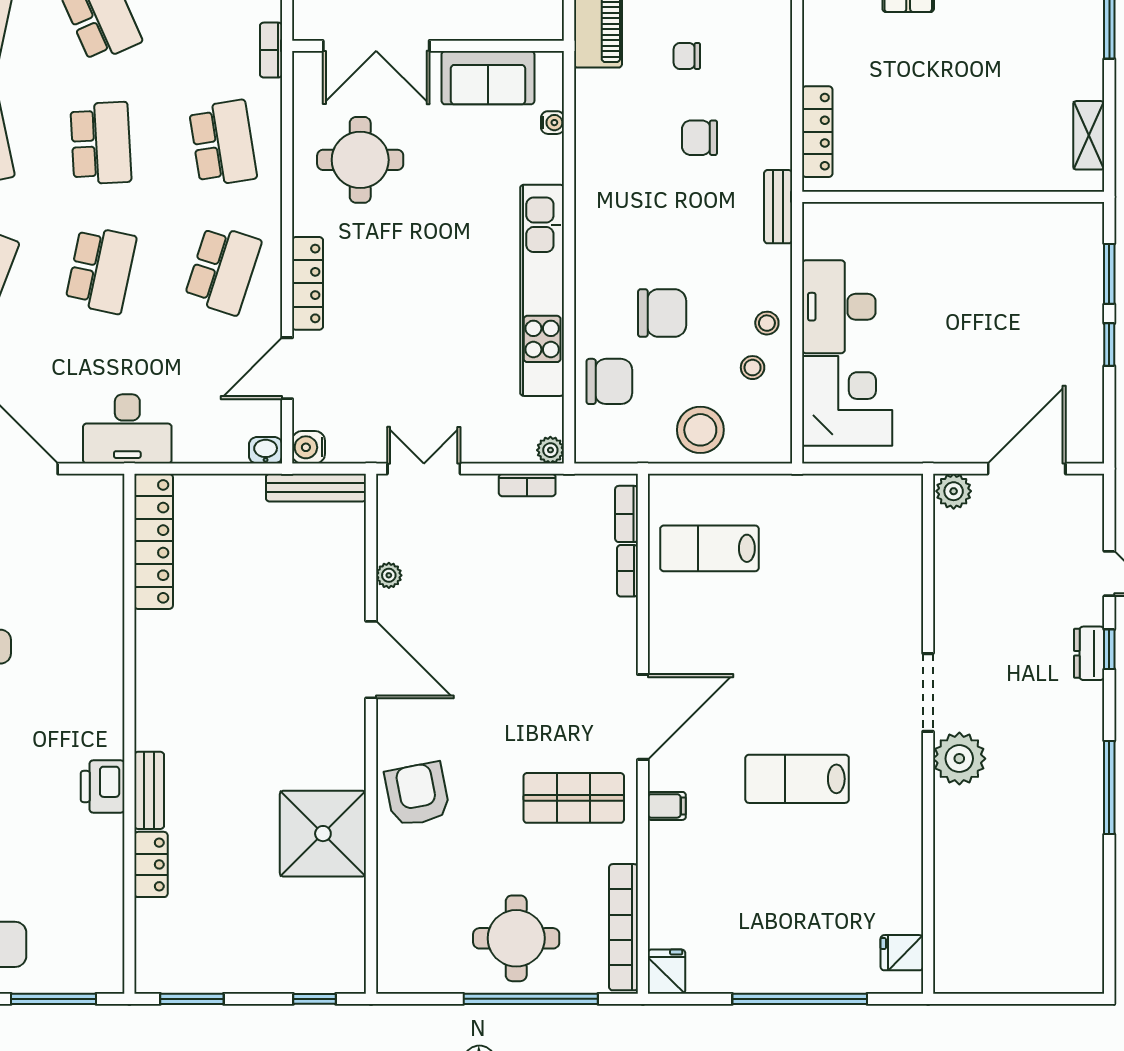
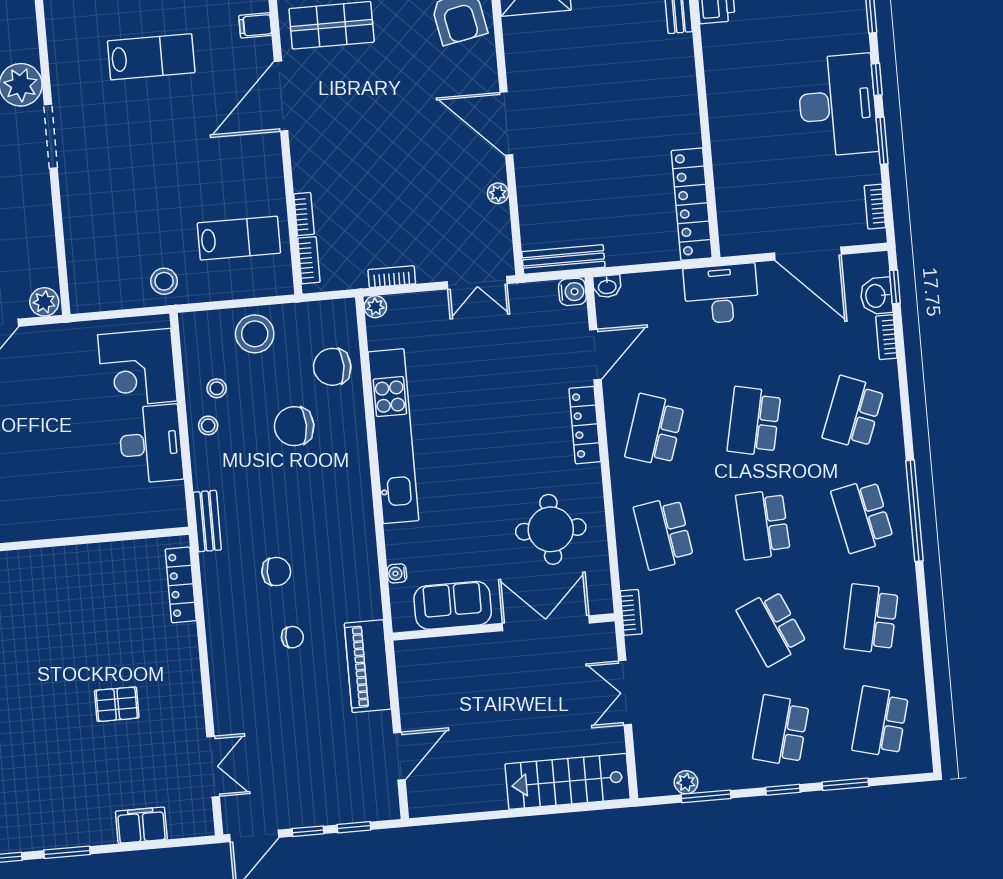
stool: (805, 504) -> (164, 281), added

